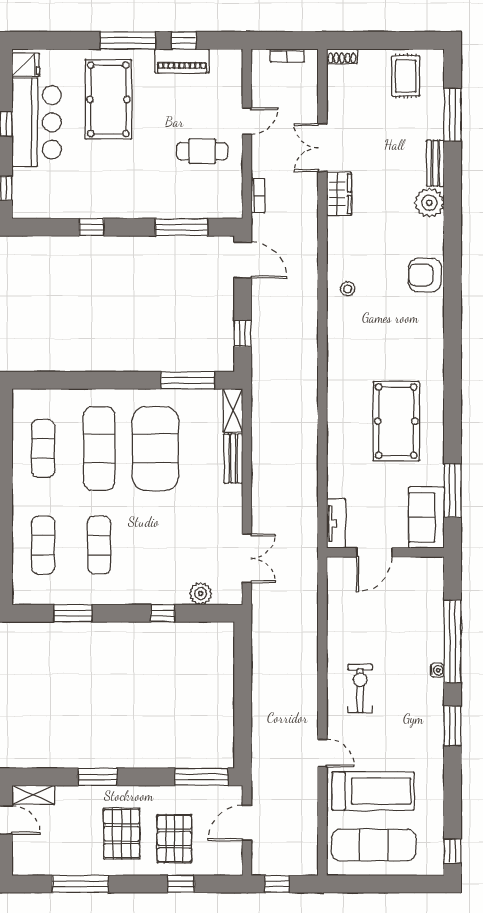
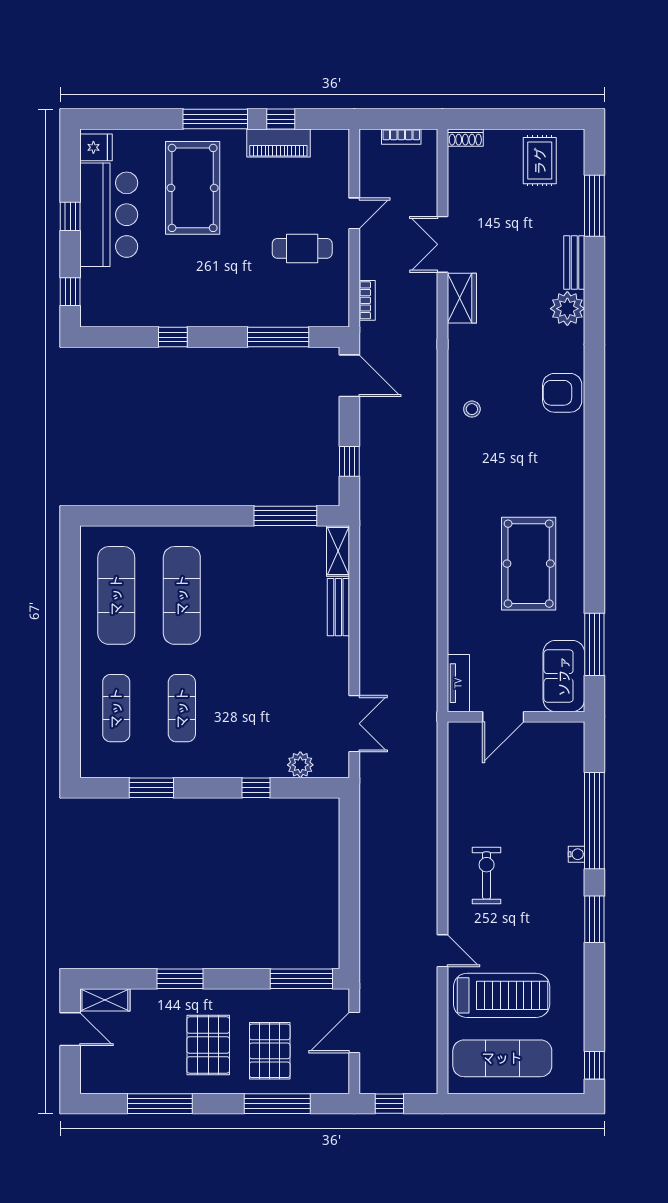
exercise mat: (43, 448) -> (116, 595), width x1.36, depth x1.45
exercise mat: (155, 448) -> (247, 595), removed
window: (181, 884) -> (277, 1104), width x2.17

